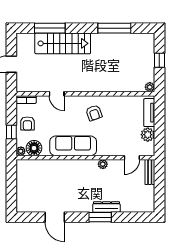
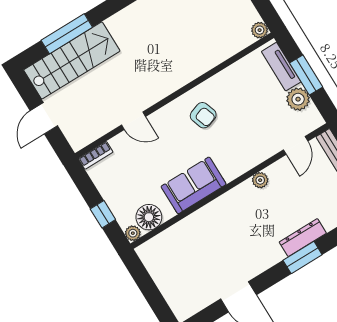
stairs: (63, 43) -> (72, 60), moved
armchair: (27, 124) -> (118, 188), removed
window: (159, 125) -> (306, 75), added
sofa: (73, 146) -> (194, 185), width x0.73

